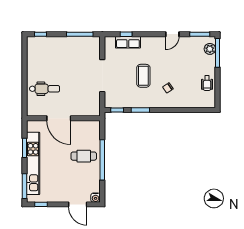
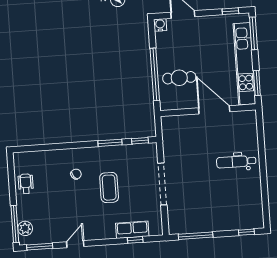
door: (59, 118) -> (214, 110), moved
wall: (63, 118) -> (208, 110), moved

